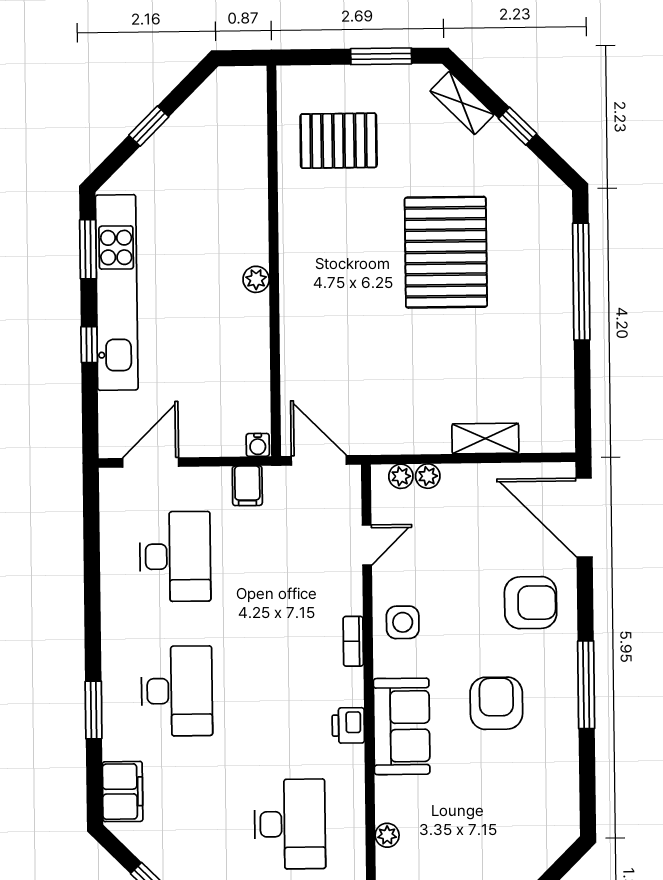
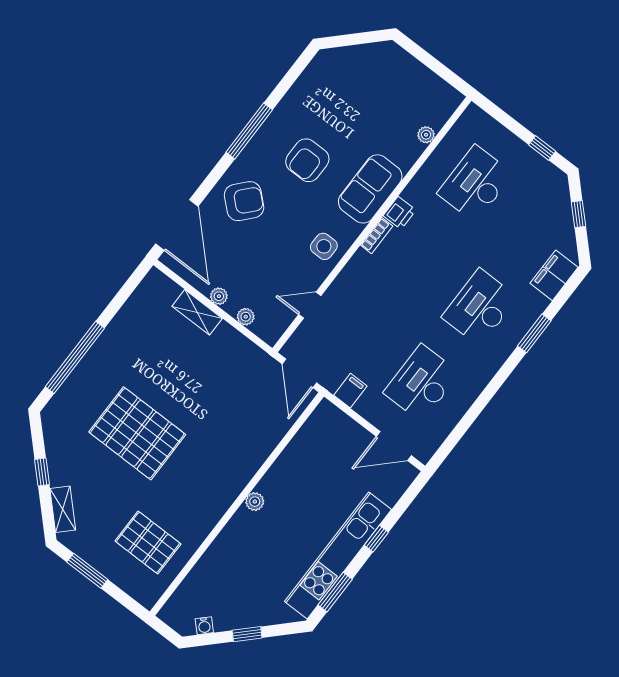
pallet: (446, 252) -> (137, 433), turned 90
water cooler: (258, 445) -> (204, 626), moved, turned 135
plant: (401, 476) -> (219, 296), moved
armchair: (531, 603) -> (244, 201), turned 132
bookcase: (353, 641) -> (377, 236), moved

